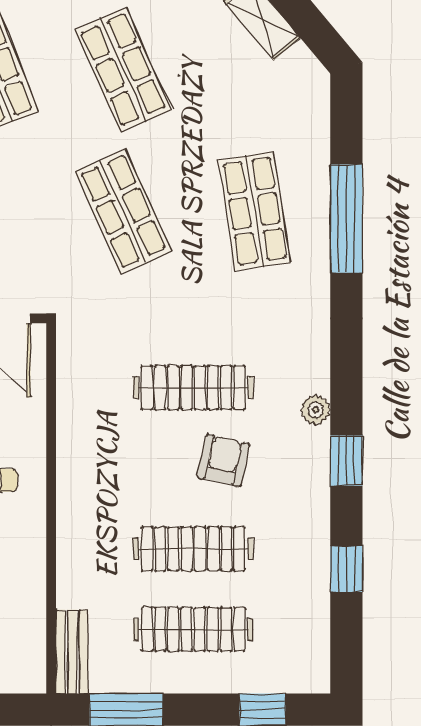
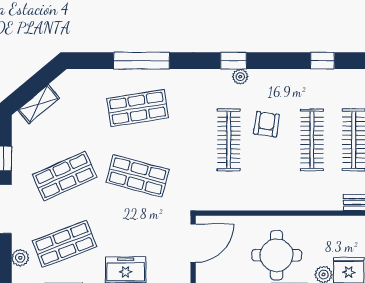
shop shelf: (123, 211) -> (138, 176), turned 39
armchair: (223, 460) -> (266, 124), turned 85
window: (346, 461) -> (233, 61), moved

